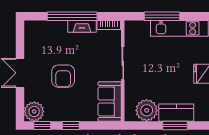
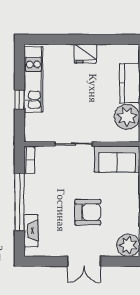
window: (162, 16) -> (19, 99), width x0.46
fireplace: (82, 26) -> (31, 231), moved

